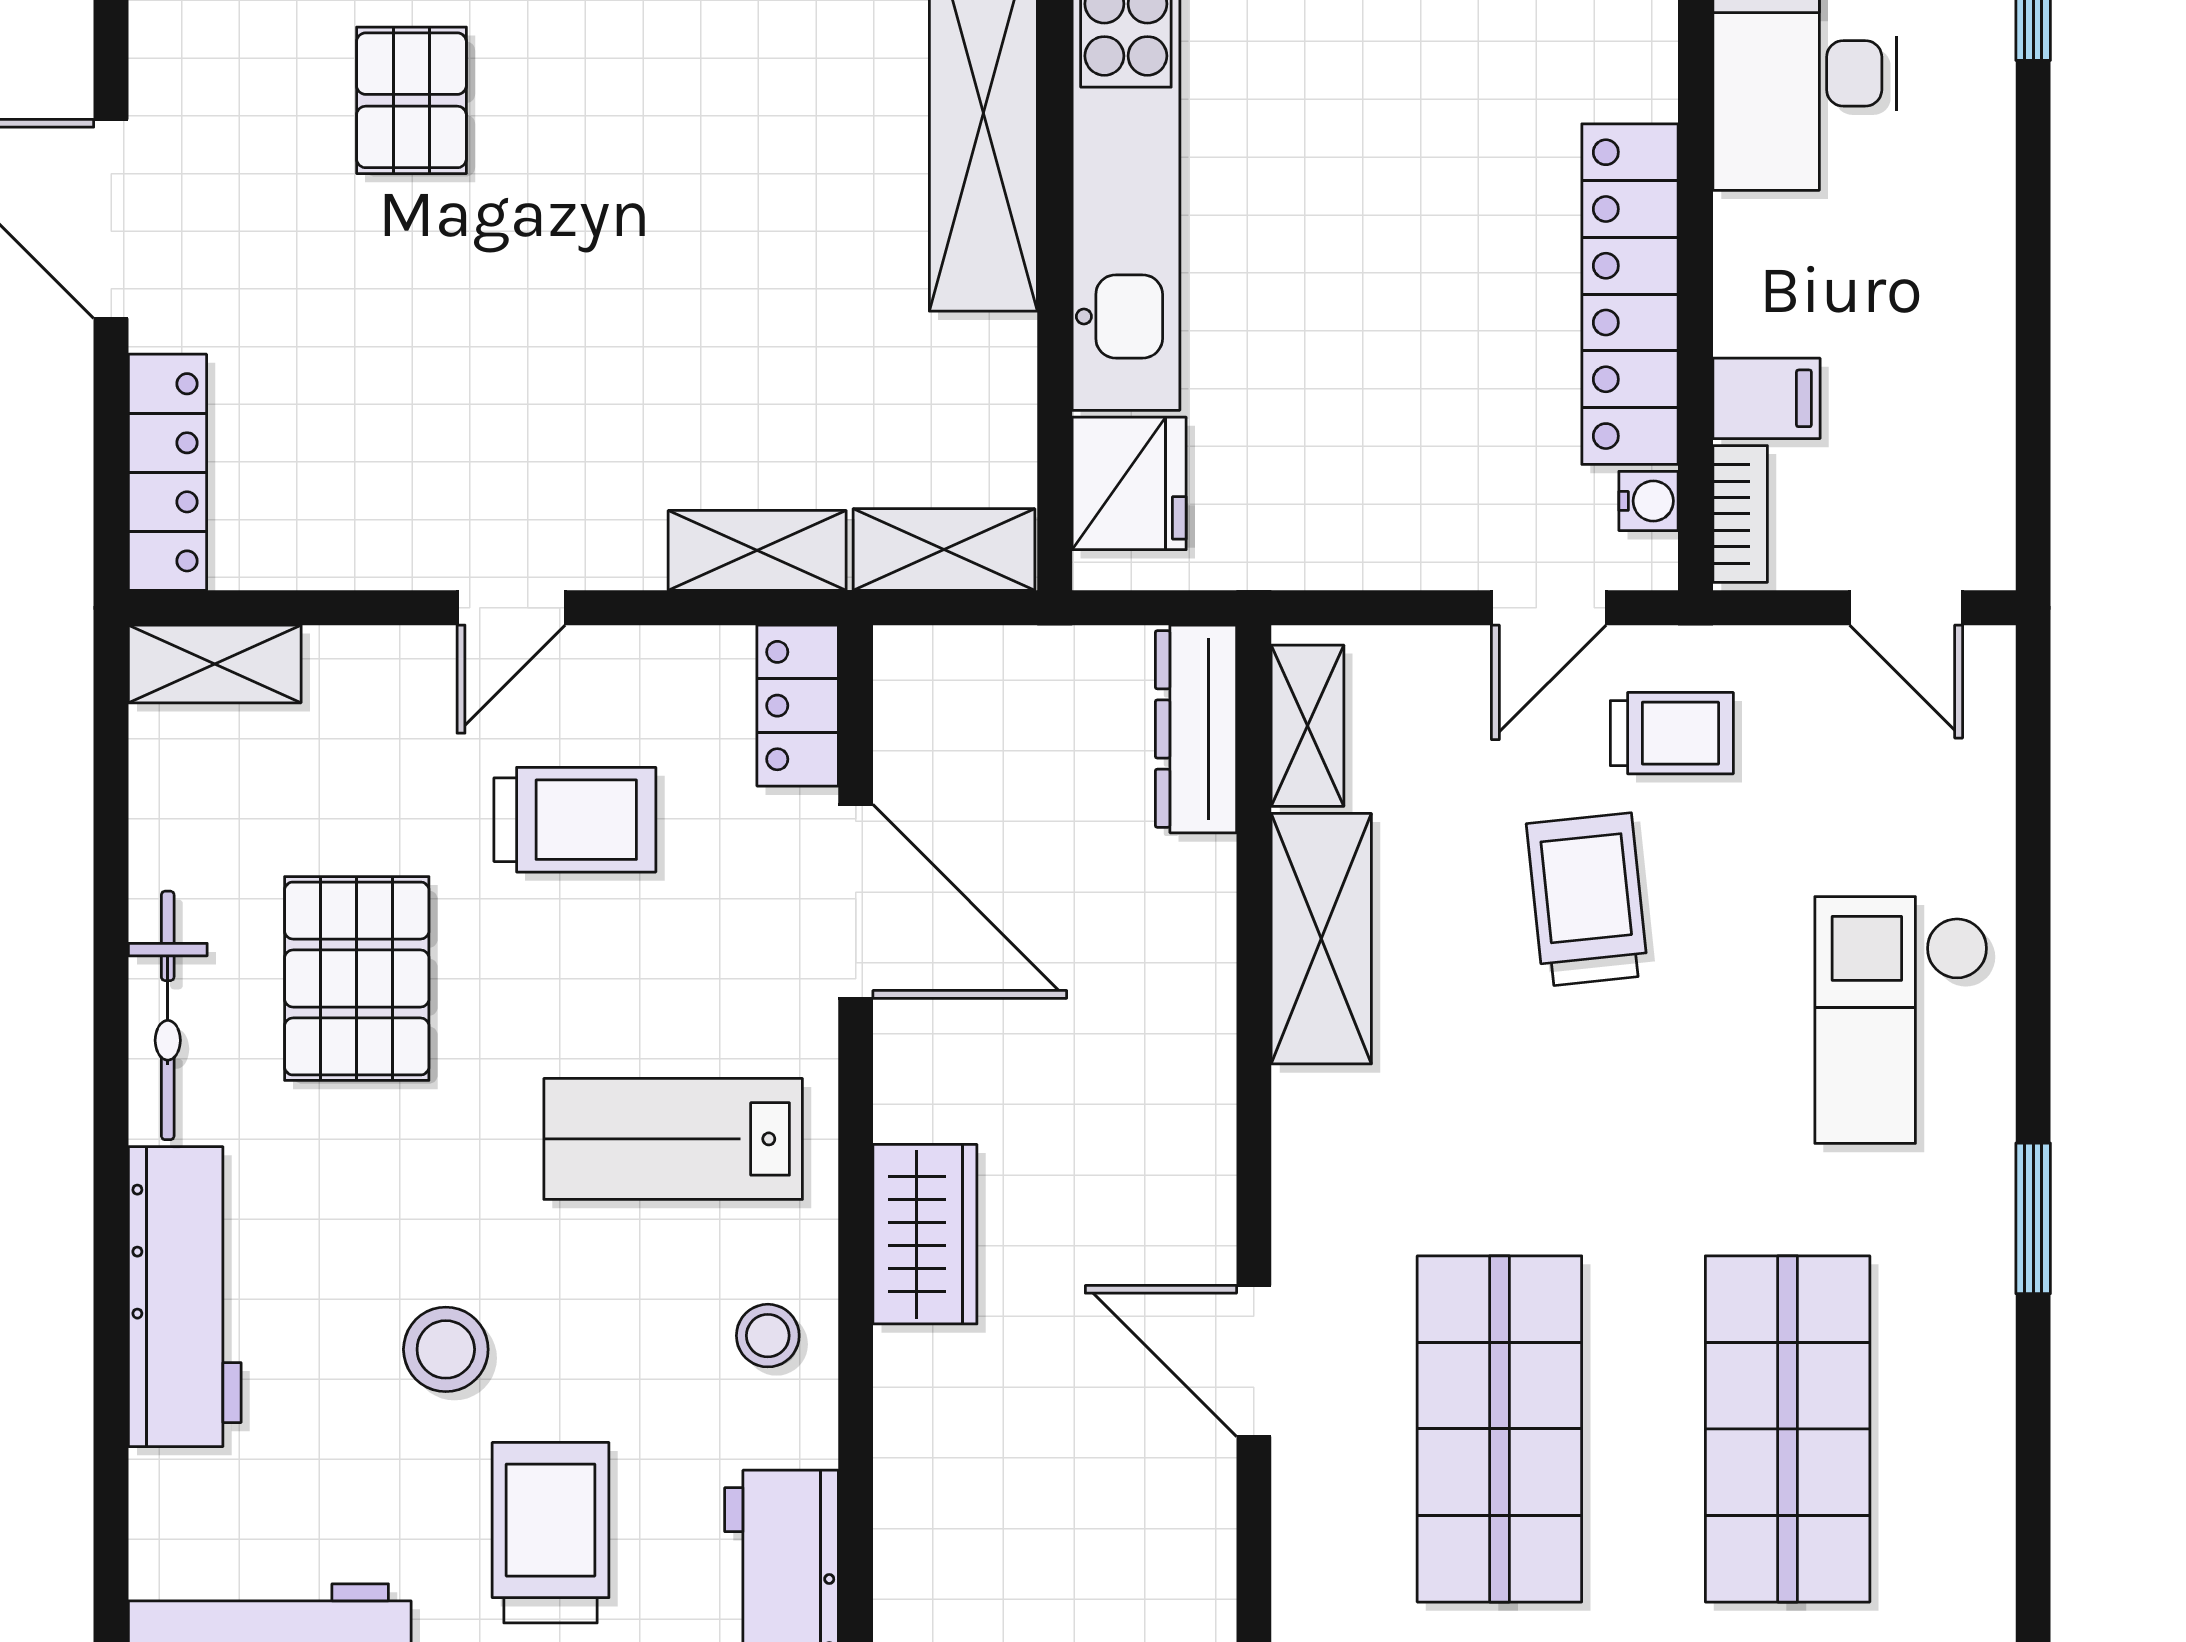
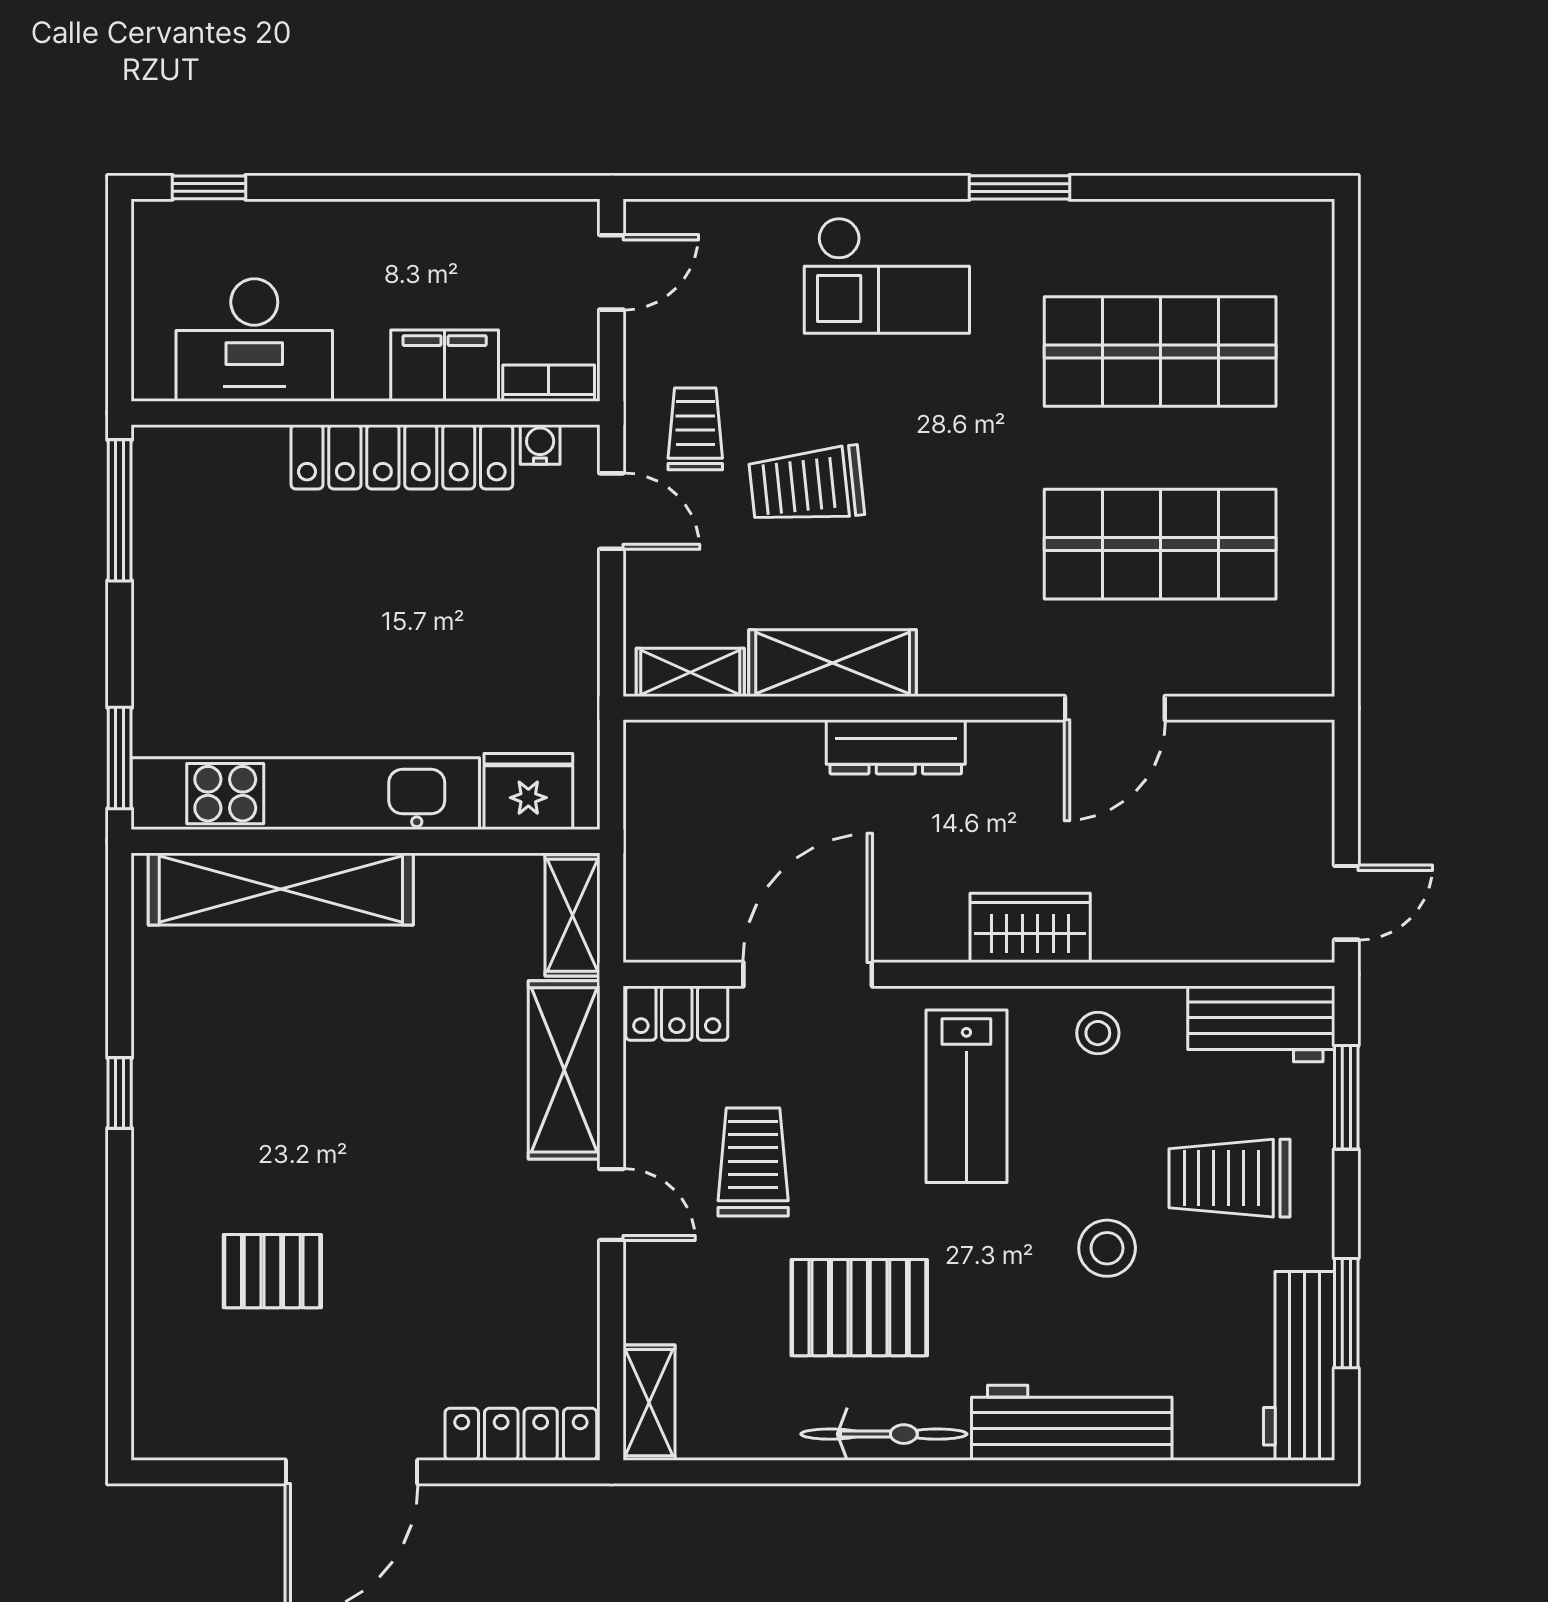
filing cabinet: (1766, 398) -> (445, 366), width x2.00
shelving: (757, 550) -> (564, 1070), width x1.50, depth x1.33
dresser: (1196, 729) -> (896, 747), moved

